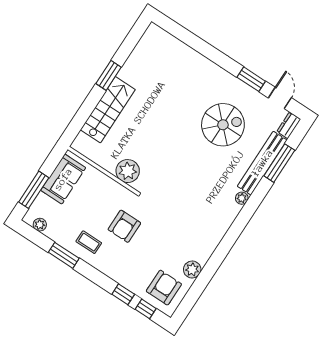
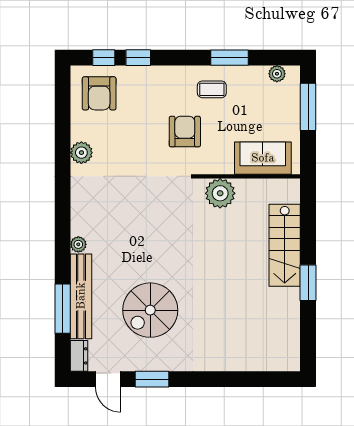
sofa: (63, 179) -> (263, 158), moved, turned 90
plant: (192, 270) -> (81, 153), moved

